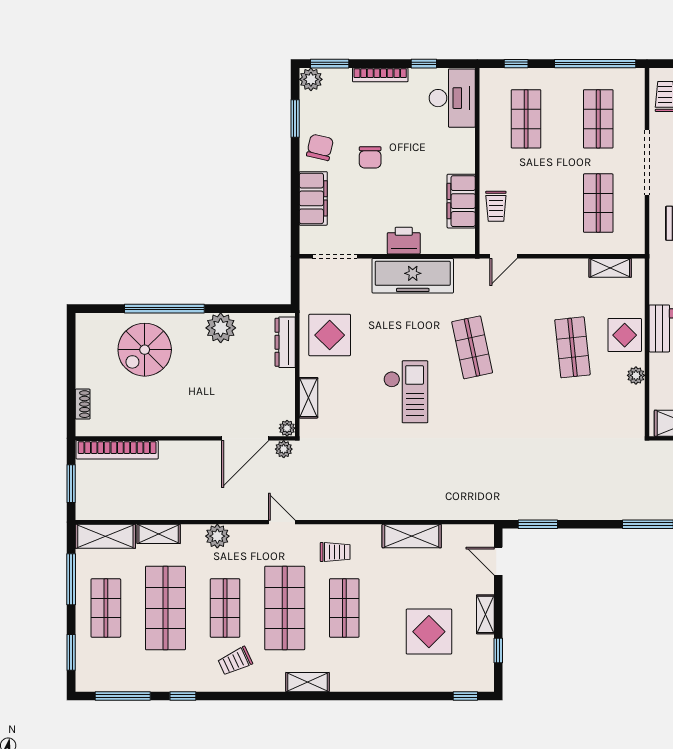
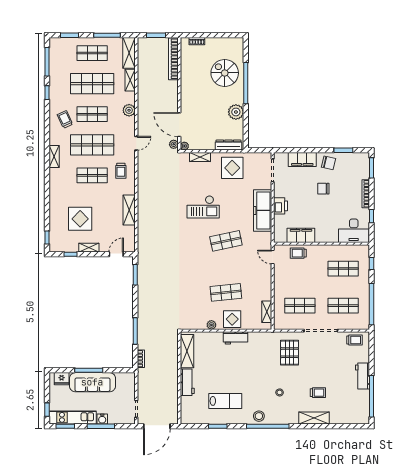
plant: (311, 79) -> (363, 158), removed

